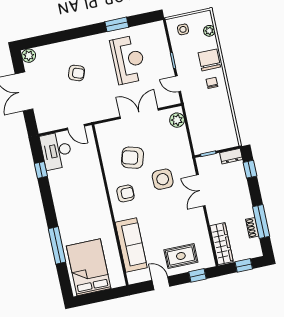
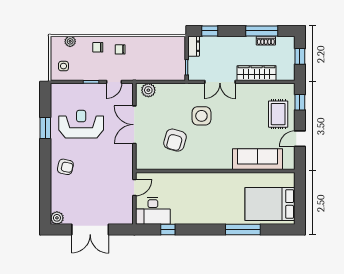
chair: (209, 60) -> (98, 47), width x0.54, depth x0.54
armchair: (77, 73) -> (65, 167), moved, turned 82
armchair: (125, 193) -> (207, 154), removed
wardrobe: (222, 244) -> (257, 73), moved

